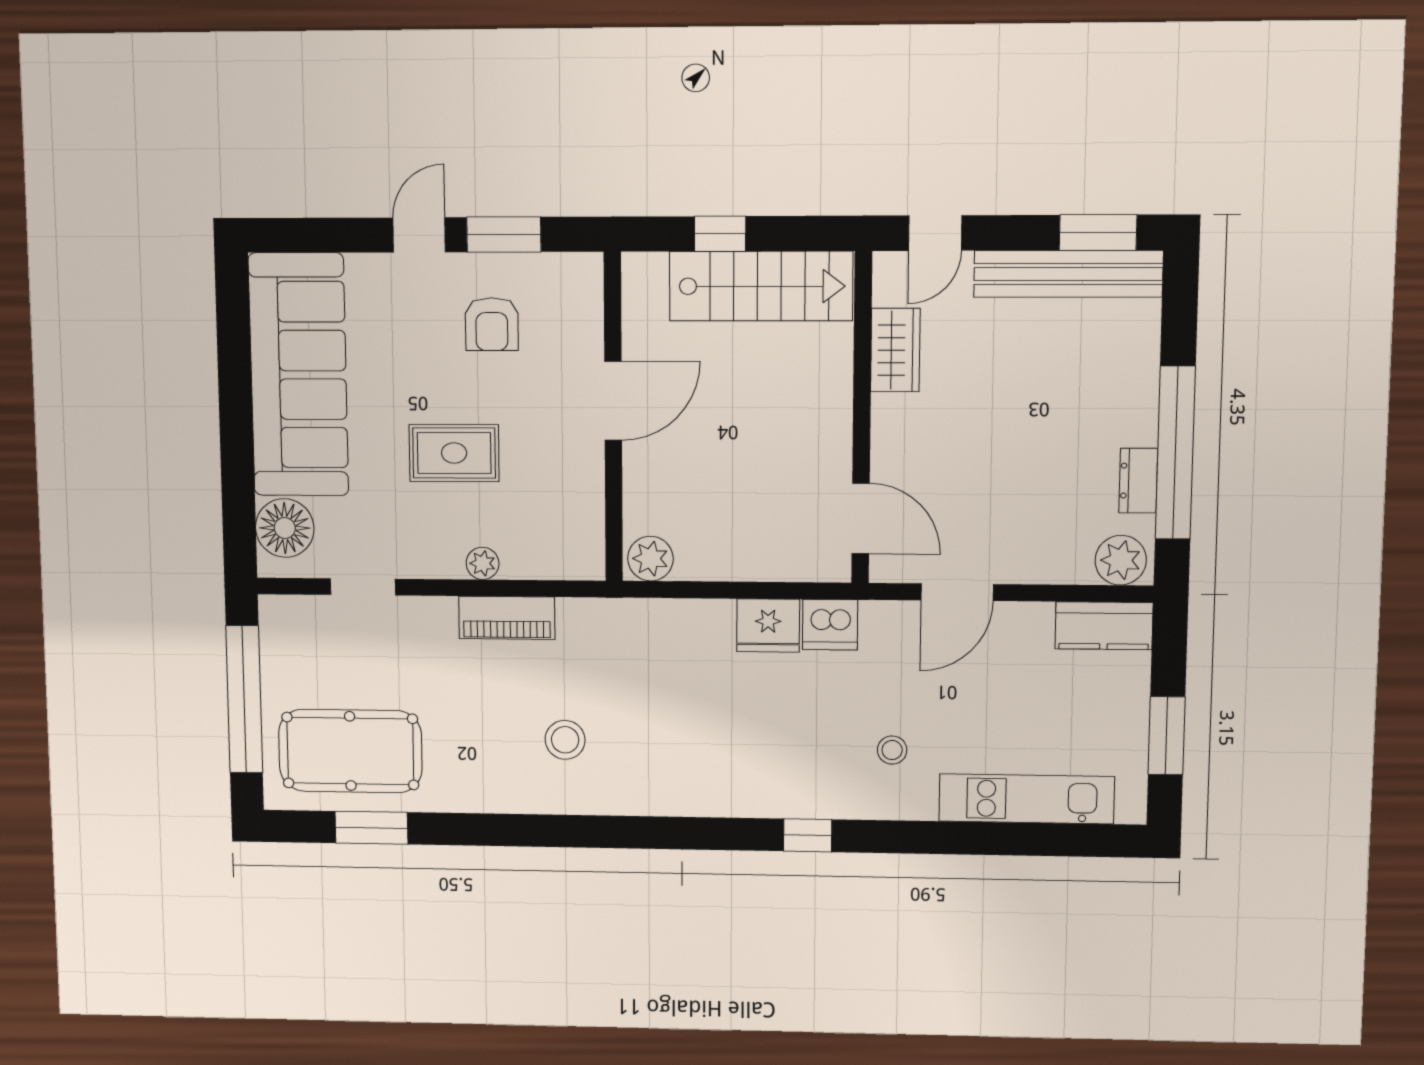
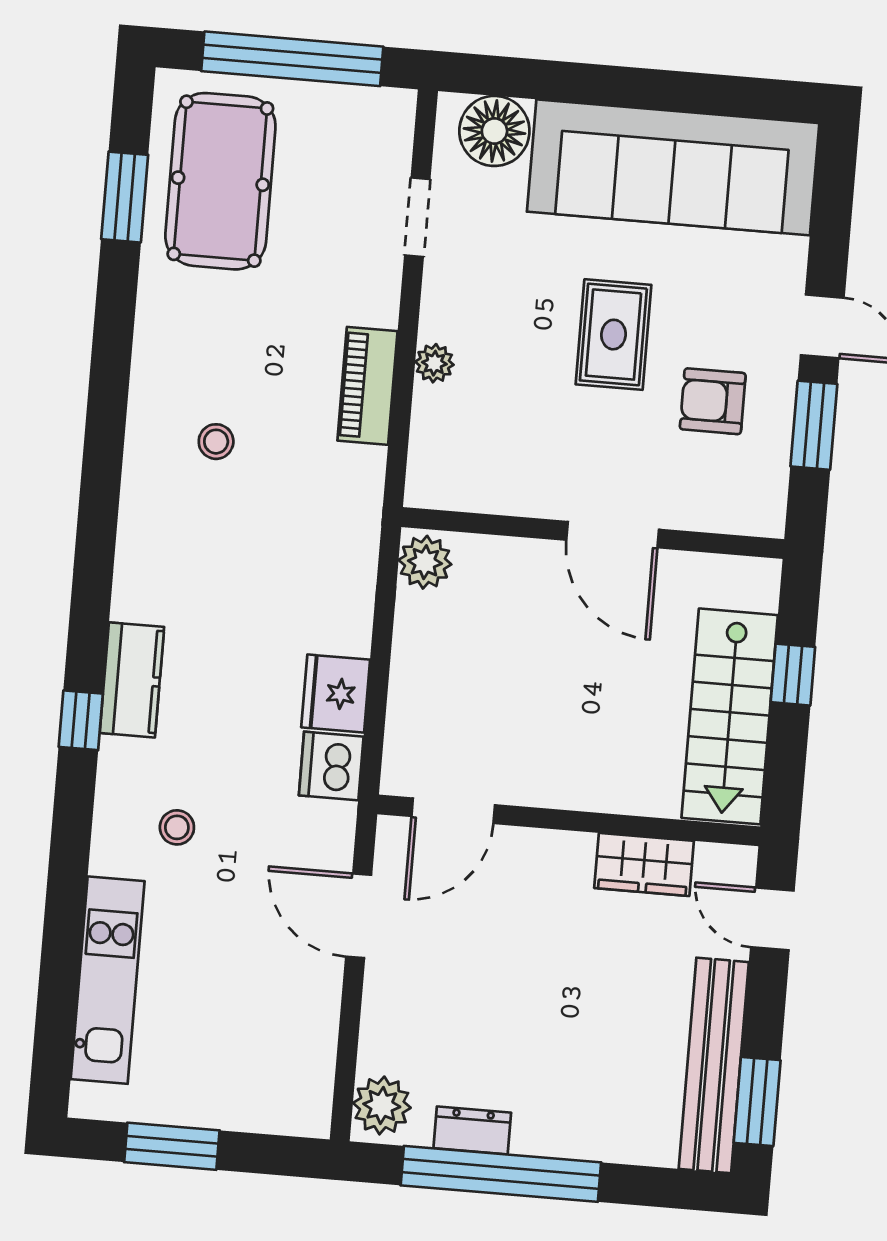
rug: (454, 453) -> (613, 335), moved
kitchen counter: (1104, 626) -> (132, 680), moved, turned 180
stool: (565, 740) -> (216, 442), width x0.73, depth x0.73

